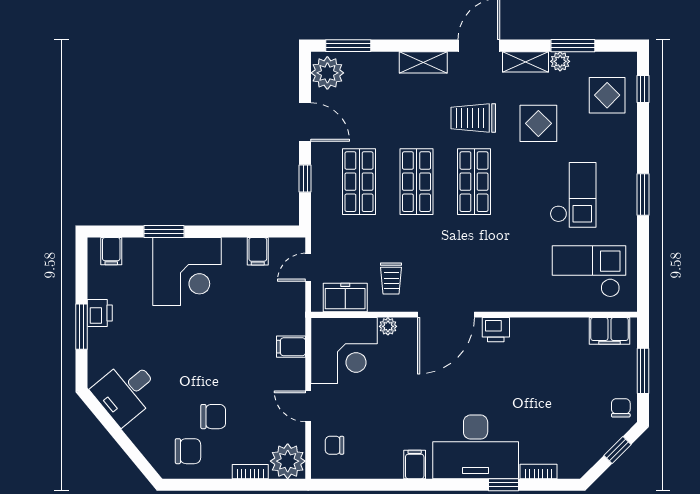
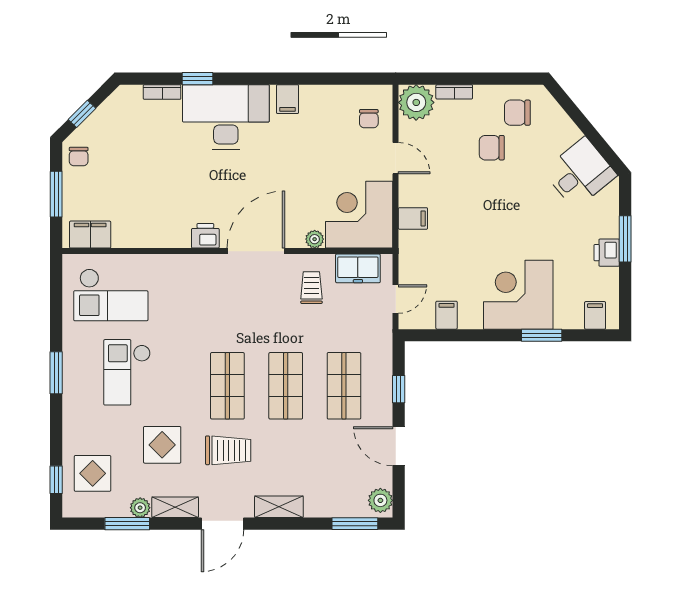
plant: (327, 73) -> (380, 500), width x0.73, depth x0.73
chair: (334, 445) -> (369, 119), turned 90

